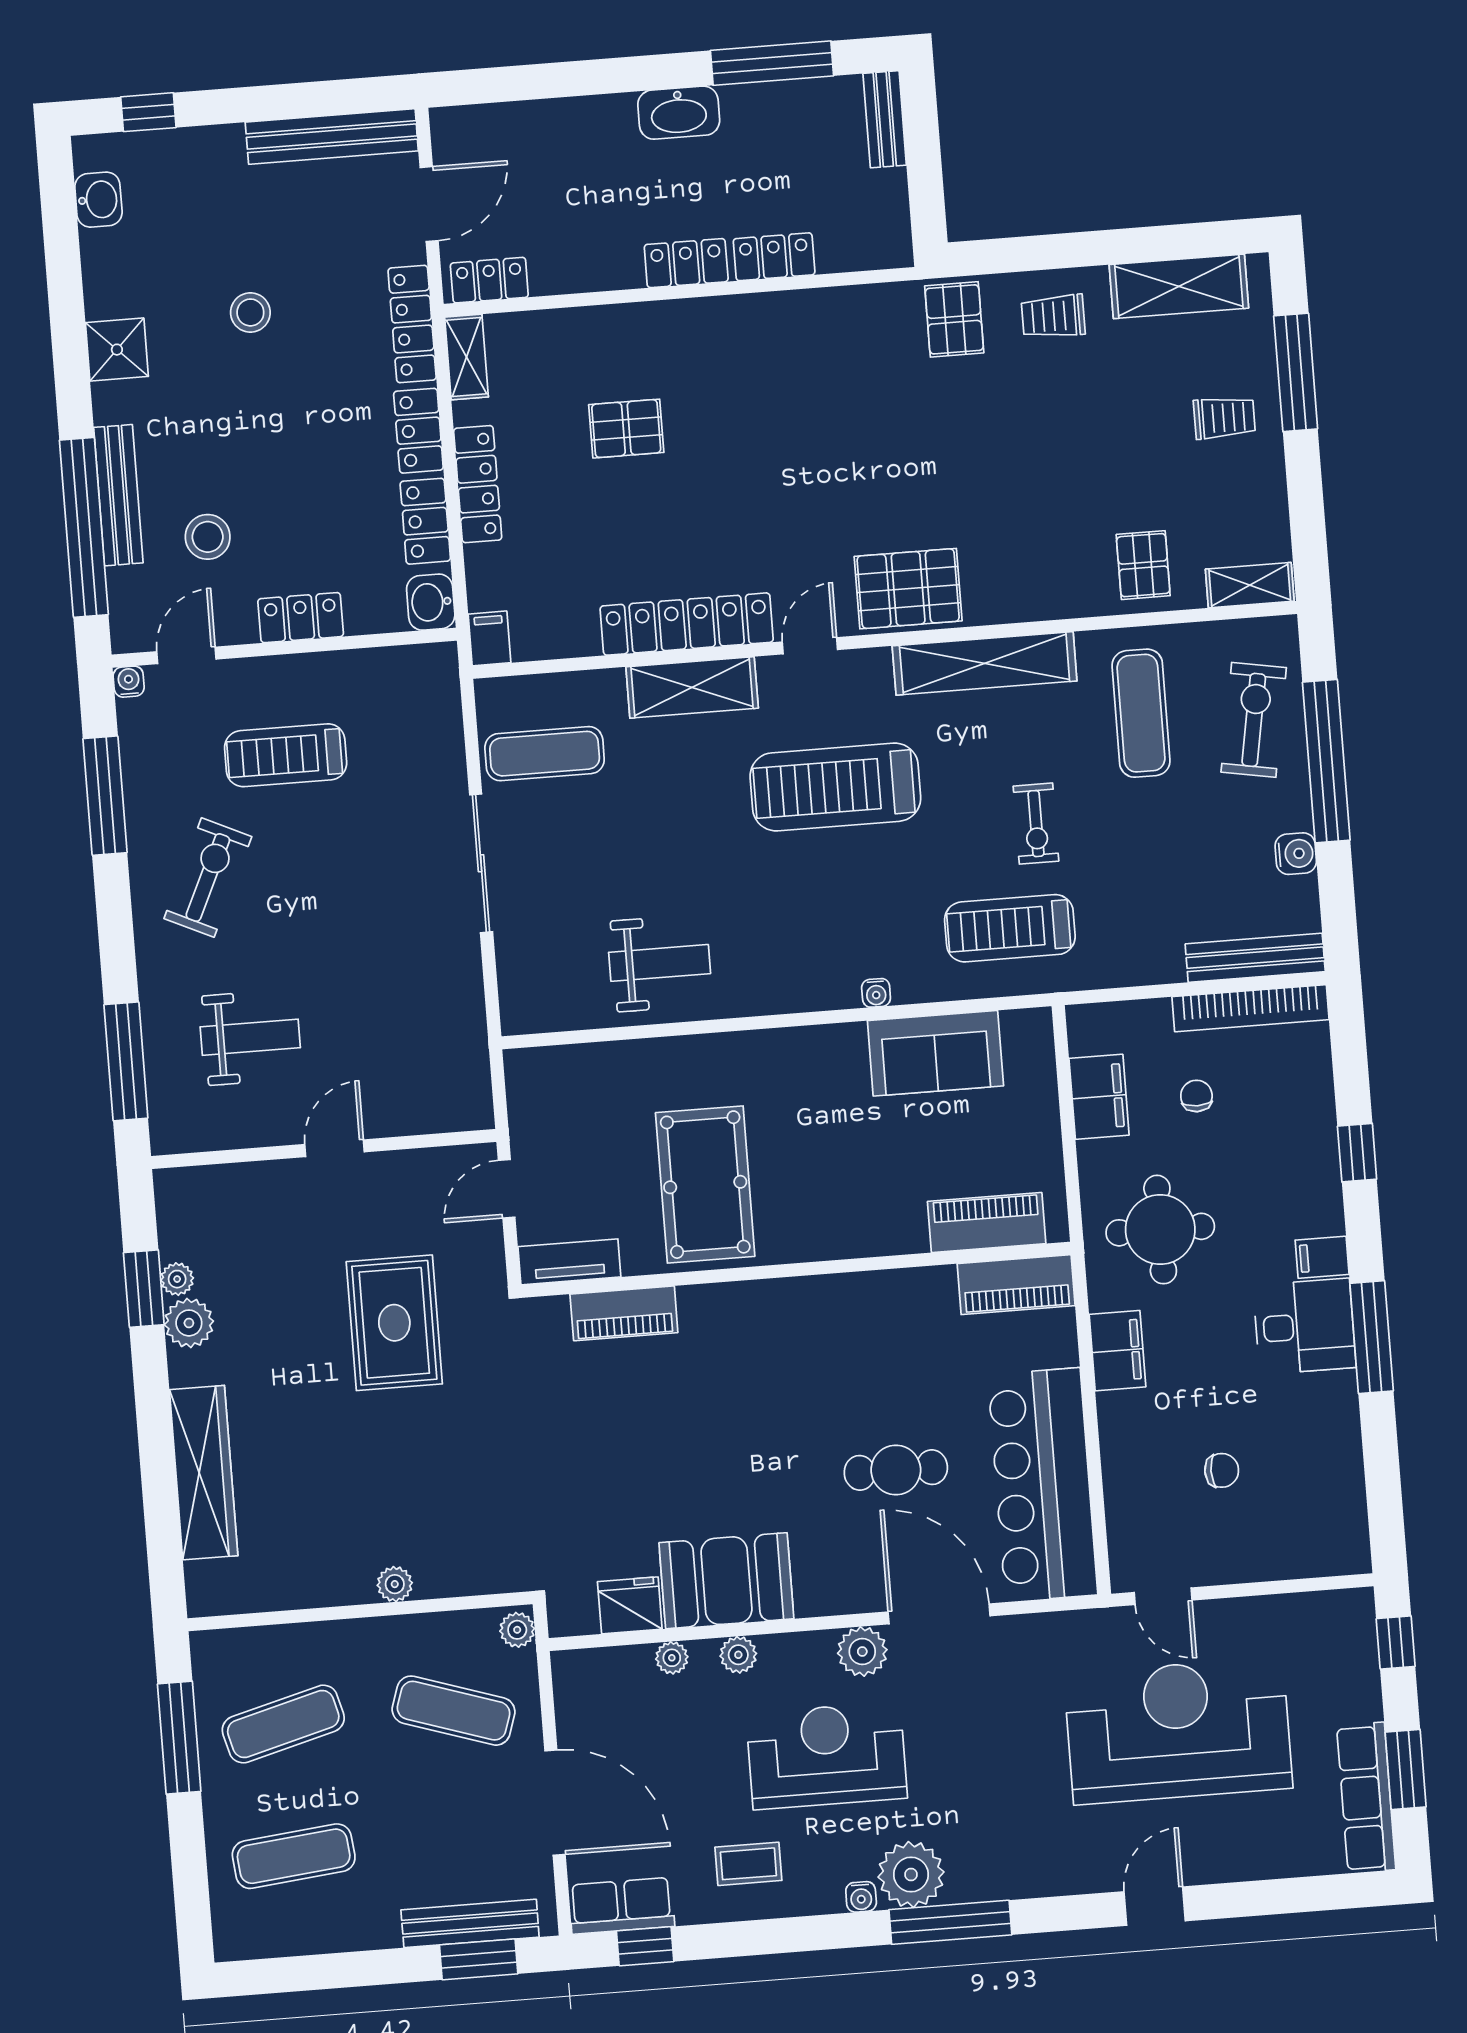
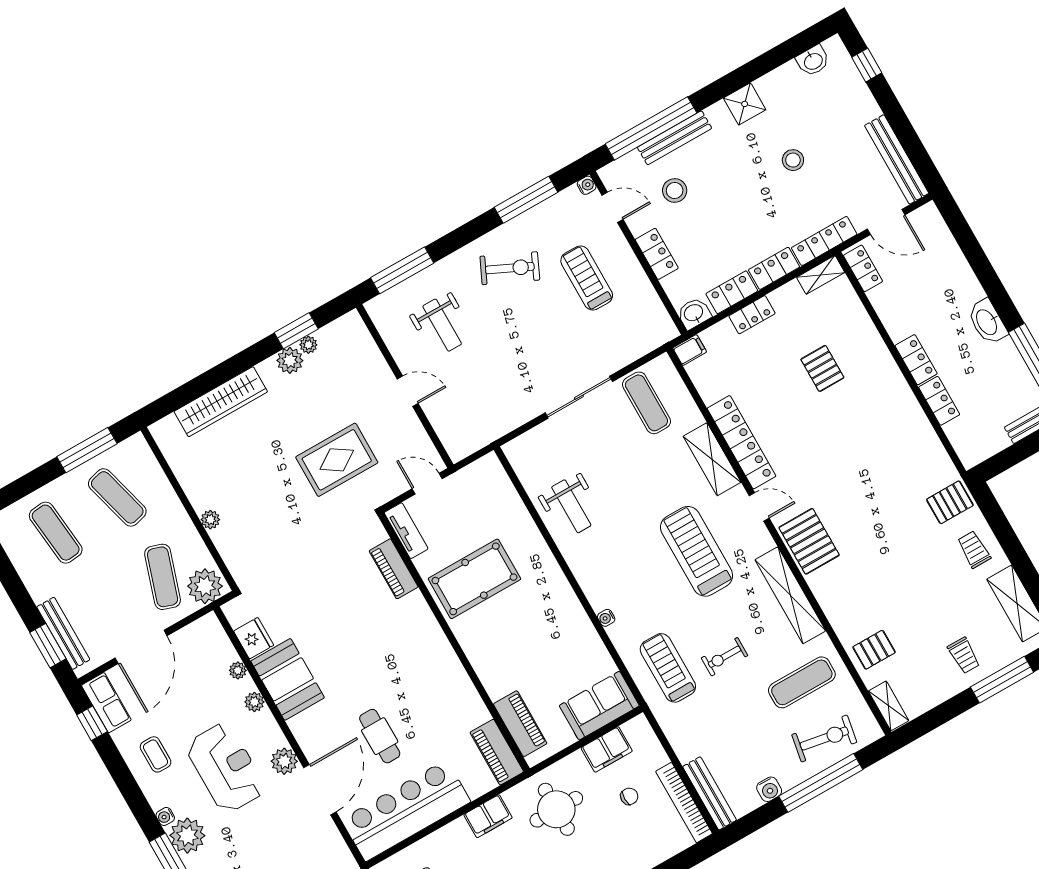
locker: (478, 484) -> (752, 315), width x0.66
sofa: (935, 1053) -> (599, 706), moved, turned 90
plant: (517, 1630) -> (205, 586), width x1.88, depth x1.88

